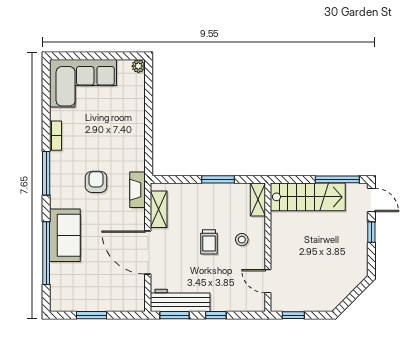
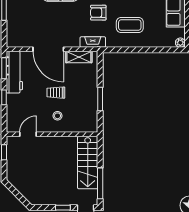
coffee table: (114, 137) -> (130, 25), added
armchair: (96, 182) -> (98, 13), turned 180
shelving: (258, 200) -> (86, 127), removed
door: (148, 252) -> (48, 49), swing flipped

